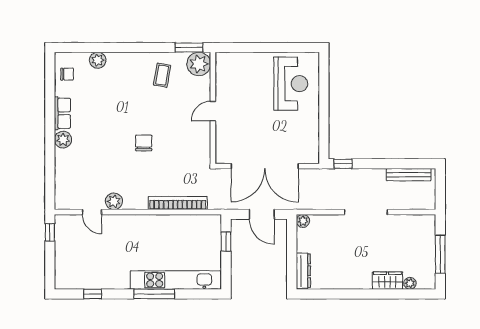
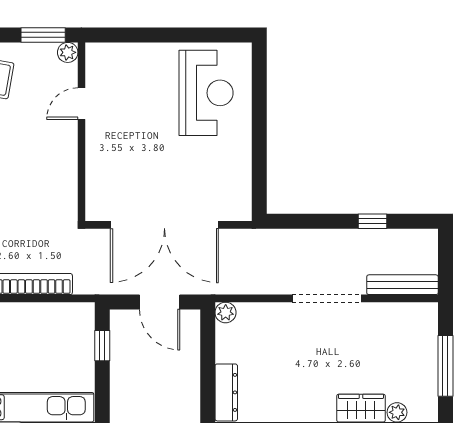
plant: (199, 64) -> (68, 52), width x0.53, depth x0.53
door: (213, 111) -> (81, 104), moved
window: (343, 164) -> (372, 221), moved
bench: (409, 175) -> (402, 285), moved

